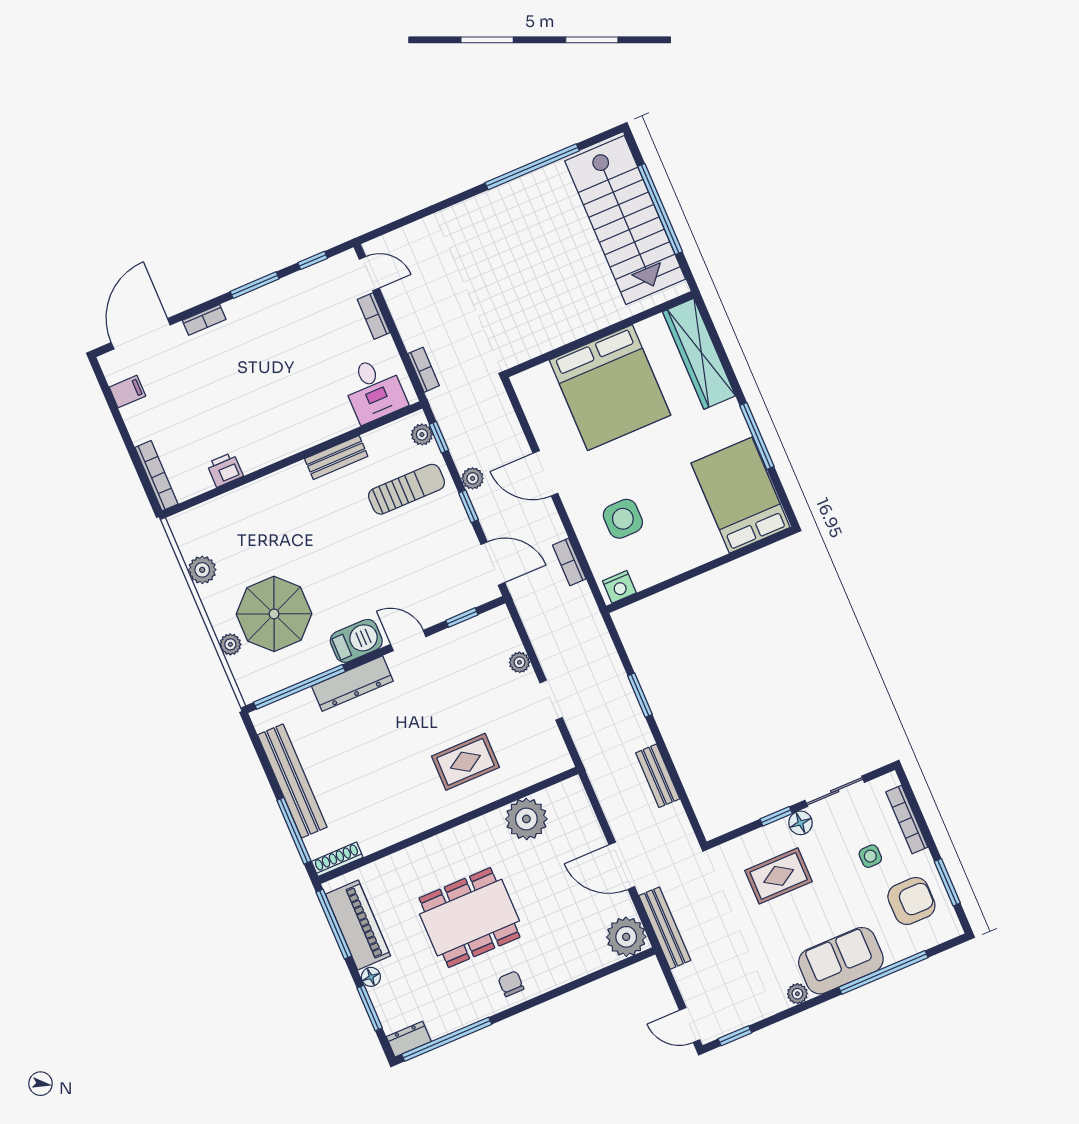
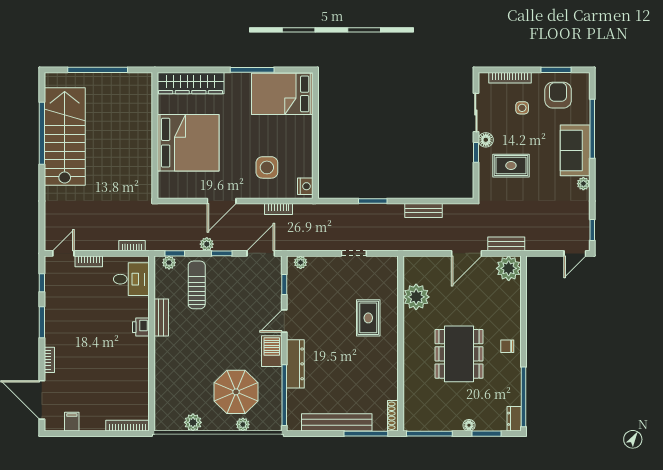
stairs: (625, 220) -> (65, 136), moved, turned -90
printer: (225, 470) -> (141, 327), moved
plant: (519, 662) -> (301, 262), moved
rug: (779, 876) -> (511, 166), turned 90
piano: (358, 925) -> (436, 420), removed
bench: (665, 928) -> (506, 244), width x0.73

